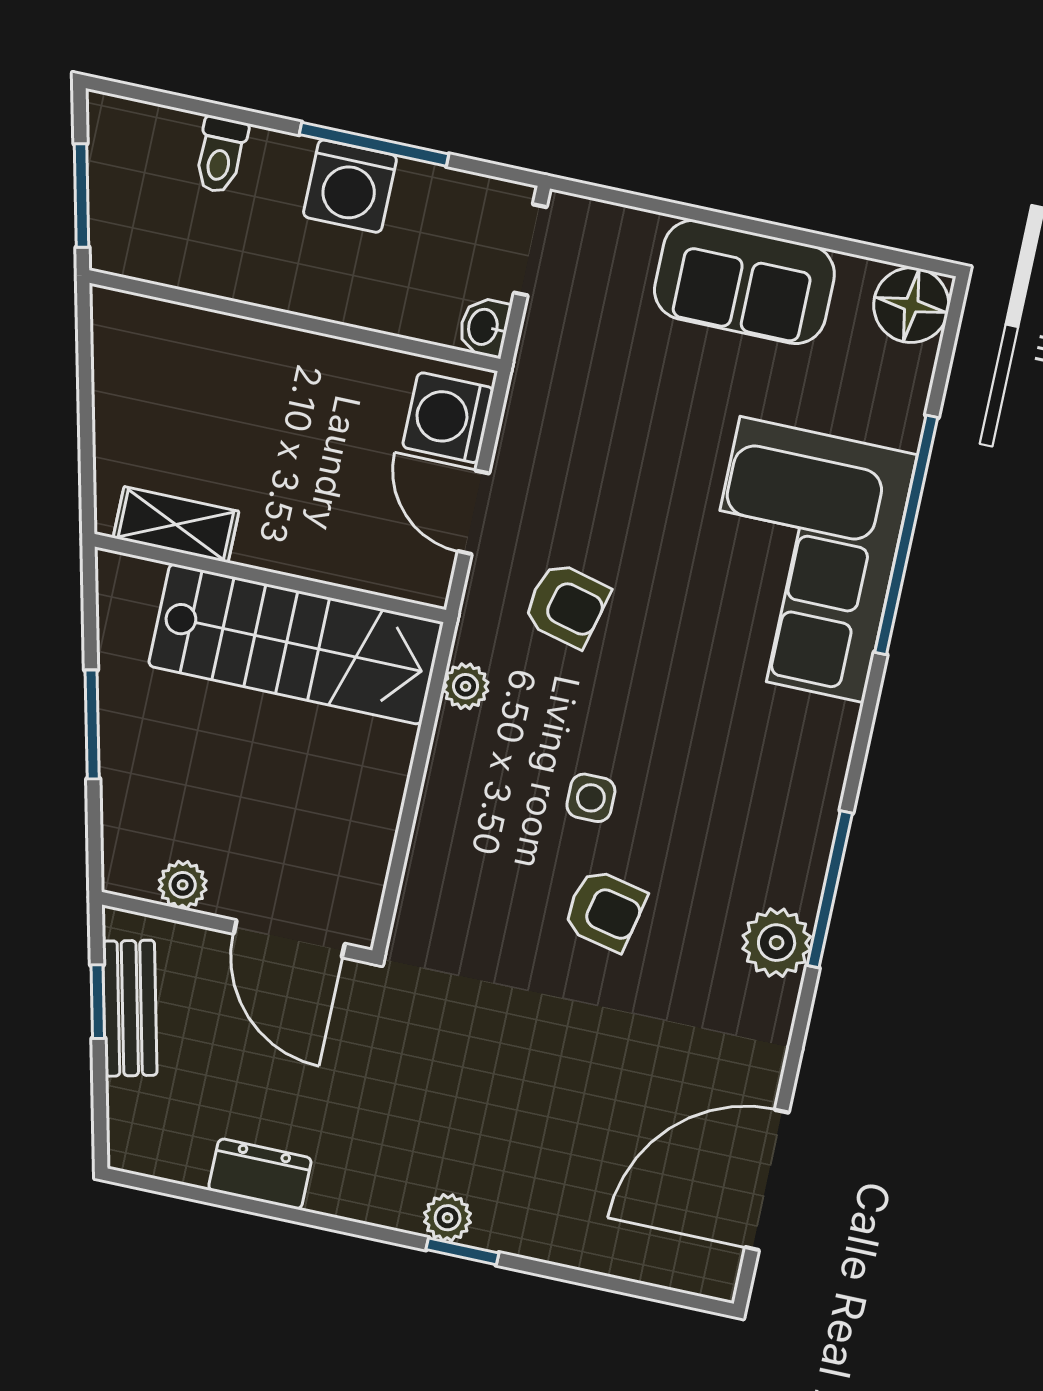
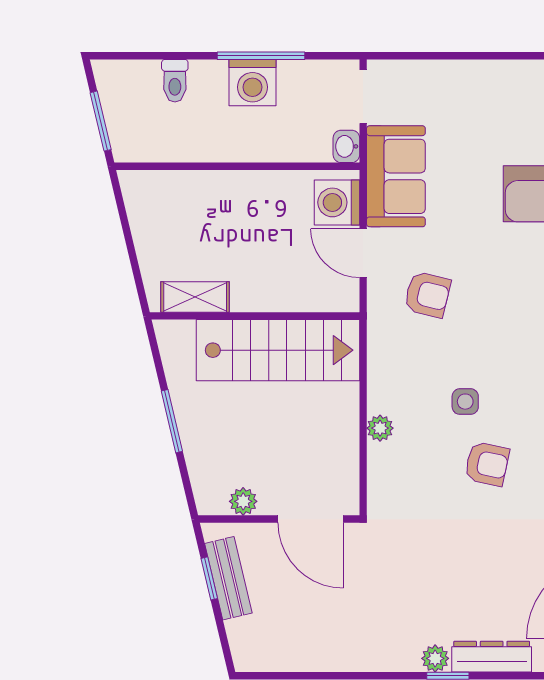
sofa: (744, 282) -> (396, 176), moved, turned -90
plant: (466, 686) -> (380, 428), moved
dresser: (260, 1174) -> (492, 657), moved, width x1.44

